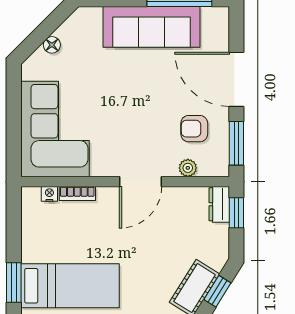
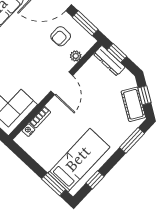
dresser: (219, 204) -> (109, 61), width x1.44

